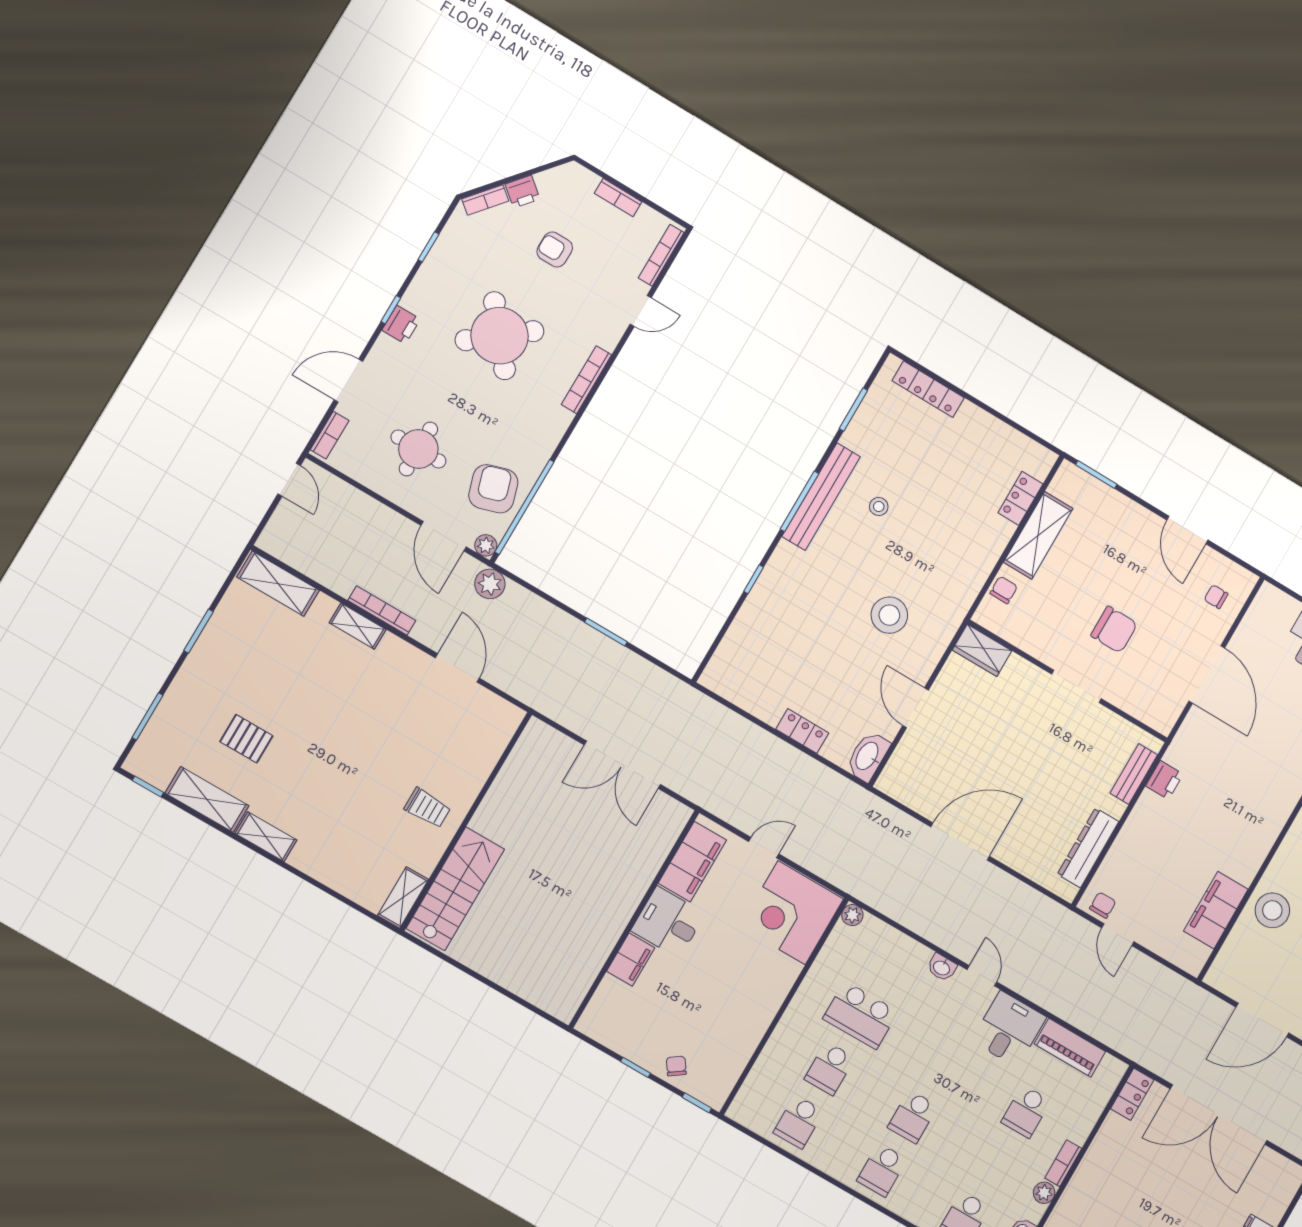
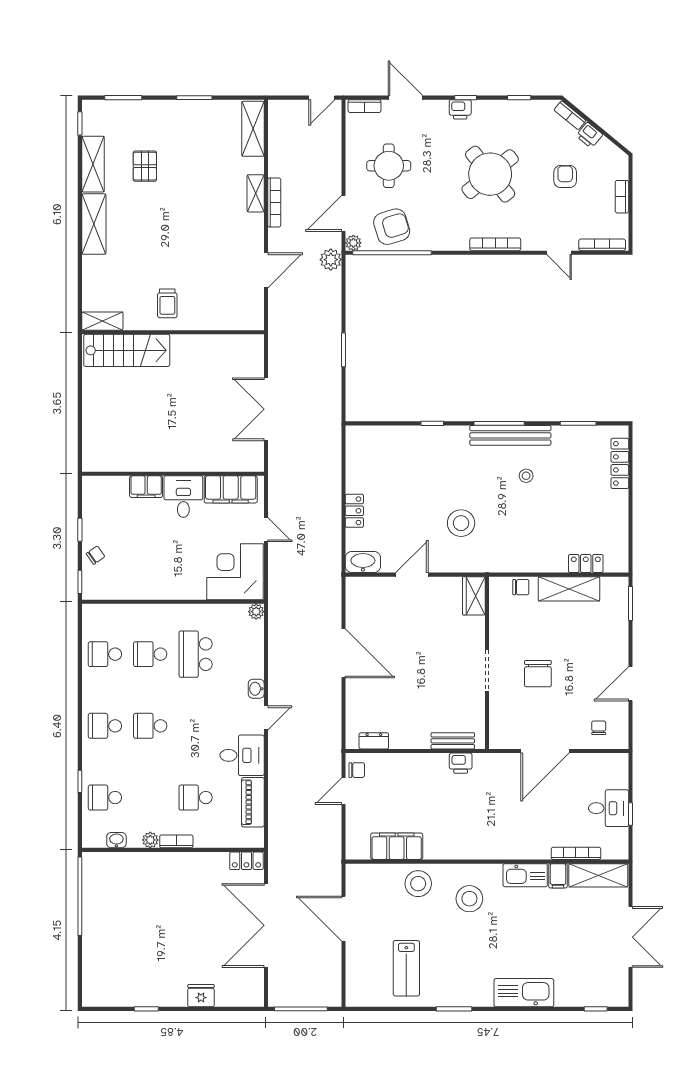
shelving: (266, 837) -> (94, 224), width x1.50, depth x1.33
dresser: (1088, 848) -> (374, 741), width x0.51, depth x0.80

